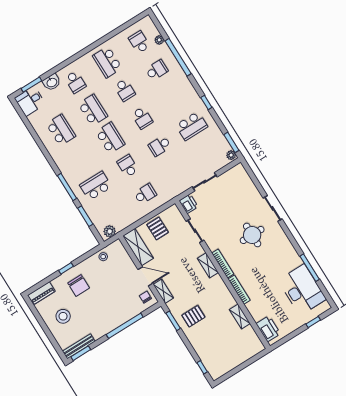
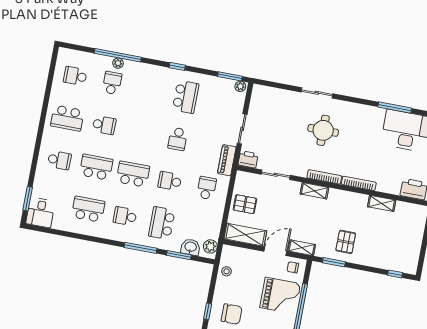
plant: (159, 40) -> (118, 63), moved
washbasin: (52, 82) -> (191, 247), moved, turned -90
school desk: (142, 118) -> (125, 216), moved, turned 180
piano: (175, 190) -> (227, 160), added
grand piano: (119, 306) -> (280, 296), added

